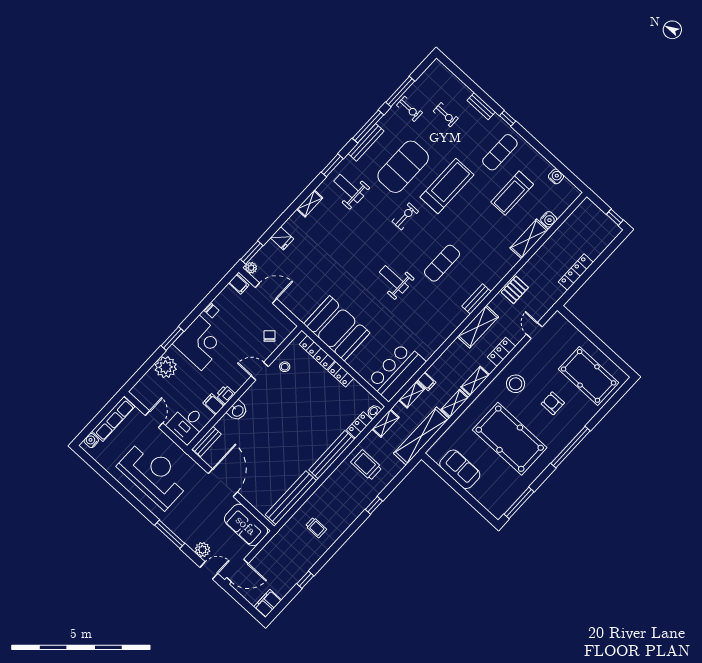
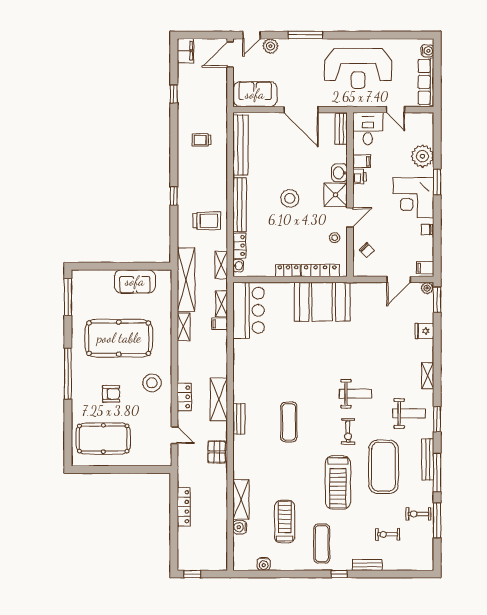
weight bench: (394, 279) -> (355, 394), moved
shelving: (475, 381) -> (184, 357), removed
shower: (255, 397) -> (336, 195), added
stool: (291, 426) -> (290, 198), added

